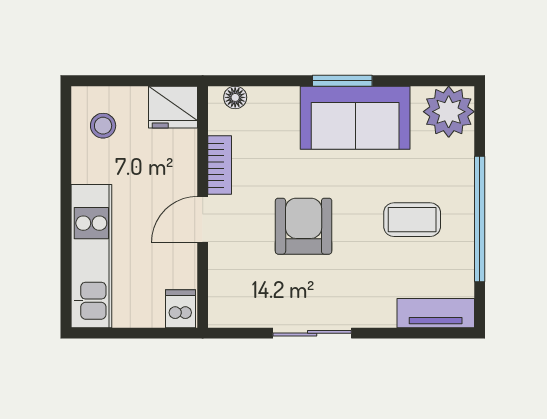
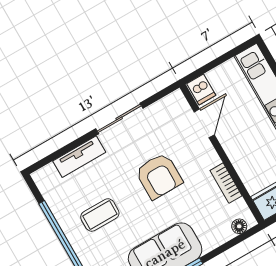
door: (203, 219) -> (204, 123), moved
tv unit: (436, 313) -> (79, 157), moved

